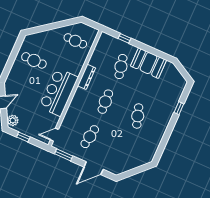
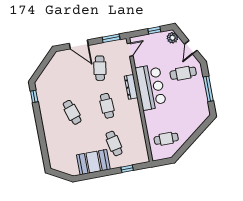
window: (12, 58) -> (208, 89), added
cafe table: (34, 60) -> (183, 73), moved
dresser: (87, 77) -> (131, 87), moved
window: (179, 108) -> (34, 96), moved
door: (94, 168) -> (79, 44), swing flipped

